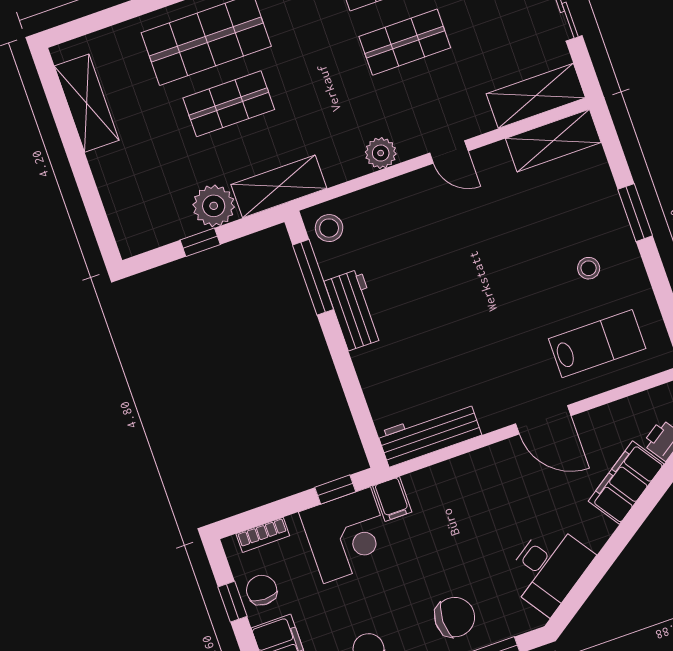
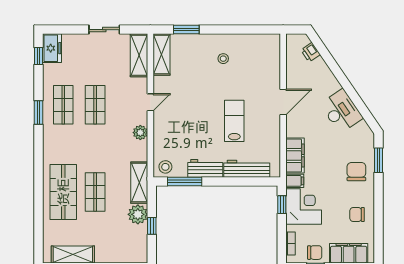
window: (635, 213) -> (186, 30), moved
lab bench: (597, 344) -> (234, 121), moved
workbench: (429, 434) -> (247, 169), moved, turned 90
filing cabinet: (626, 483) -> (295, 156), moved, turned -146
desk: (549, 568) -> (341, 111), moved
chair: (262, 590) -> (315, 253), turned 180

